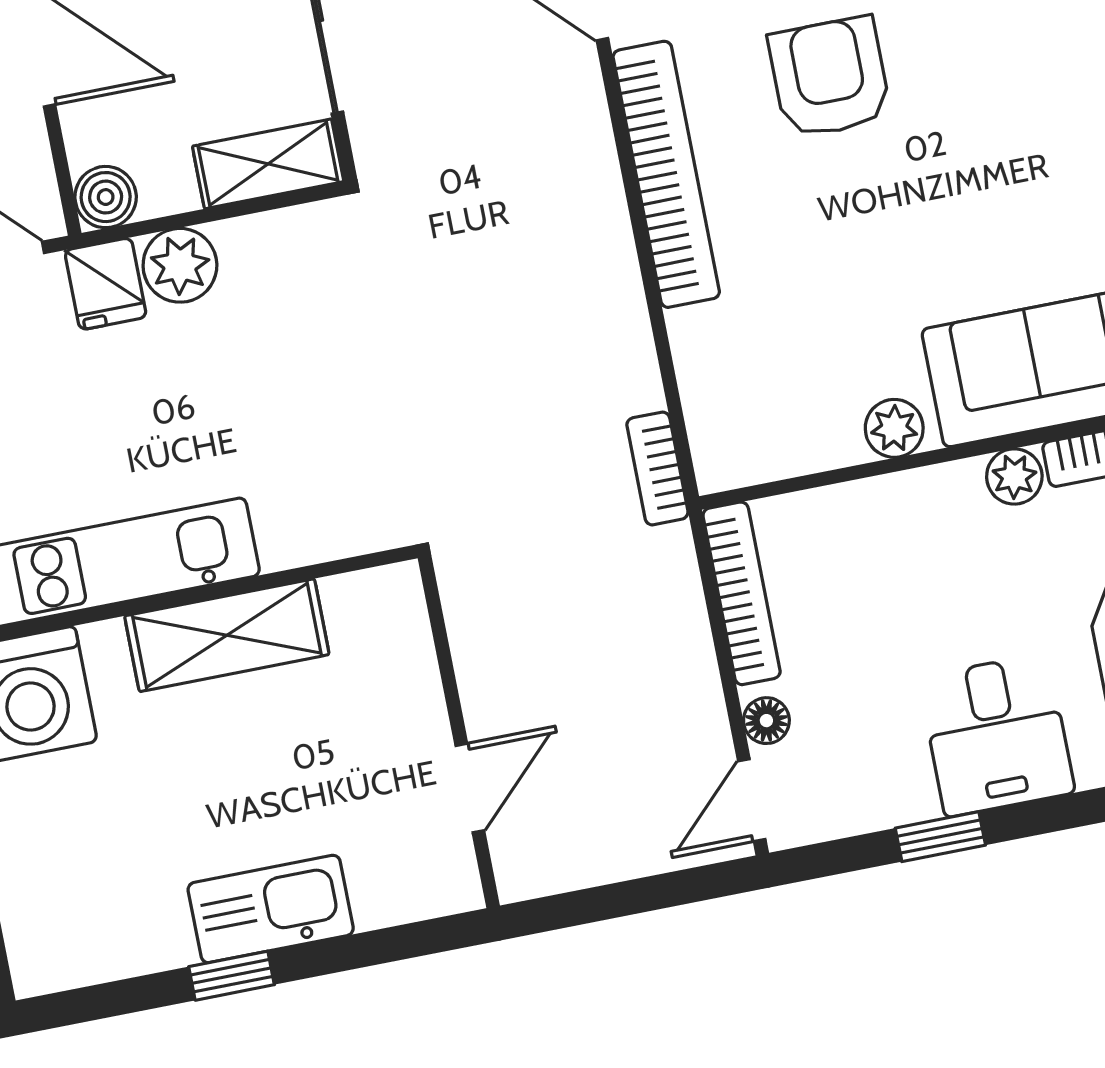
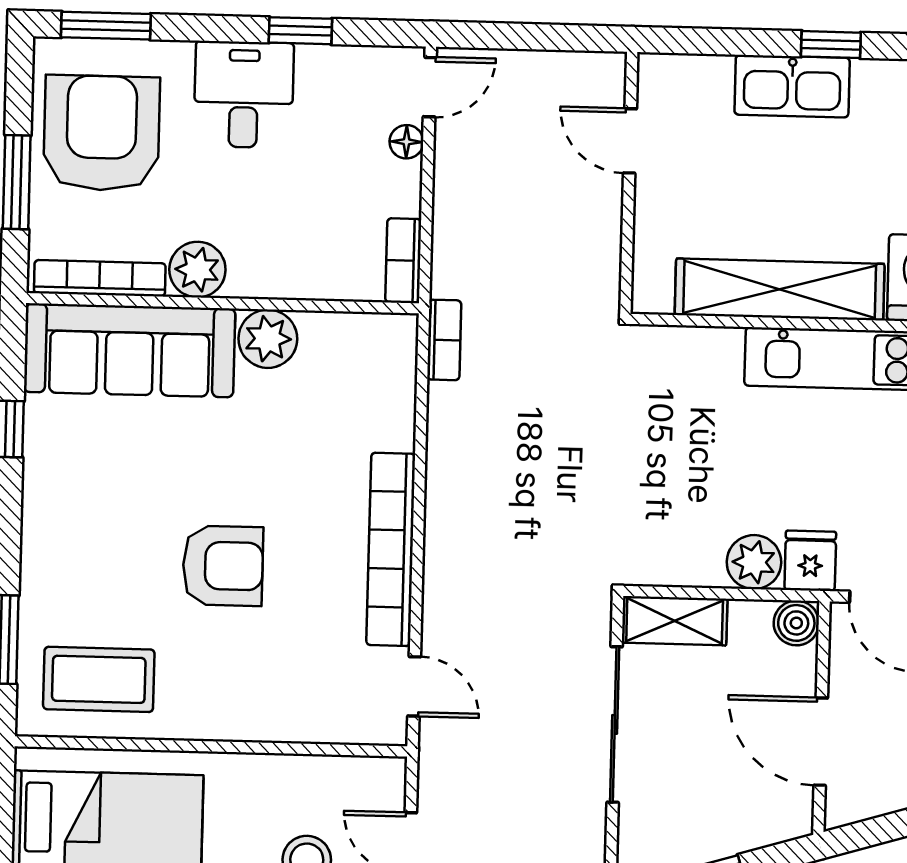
armchair: (830, 77) -> (223, 566), moved, turned -90
plant: (894, 428) -> (268, 339), width x1.38, depth x1.38
plant: (1014, 476) -> (197, 270), width x1.38, depth x1.38
bookcase: (742, 593) -> (403, 261), width x0.64
shelving: (227, 635) -> (780, 289), width x1.47
door: (470, 788) -> (630, 141), hinge flipped

